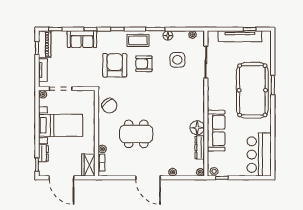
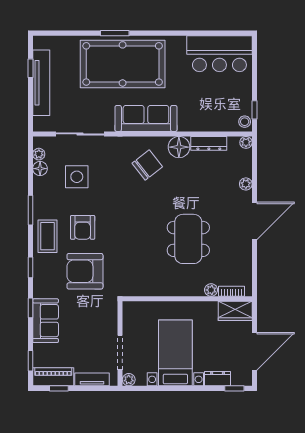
floor lamp: (168, 35) -> (40, 169), moved
chair: (109, 106) -> (147, 165), moved
sofa: (216, 131) -> (146, 118), moved

